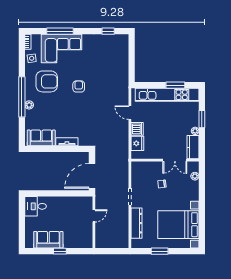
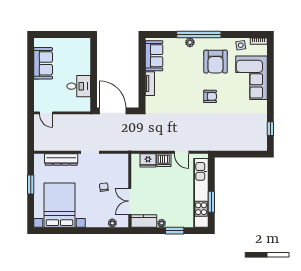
window: (60, 31) -> (270, 76), removed
door: (130, 113) -> (182, 152), swing flipped
desk: (36, 206) -> (79, 86), moved, turned 90
door: (94, 216) -> (46, 113), moved
window: (60, 251) -> (31, 76), removed

